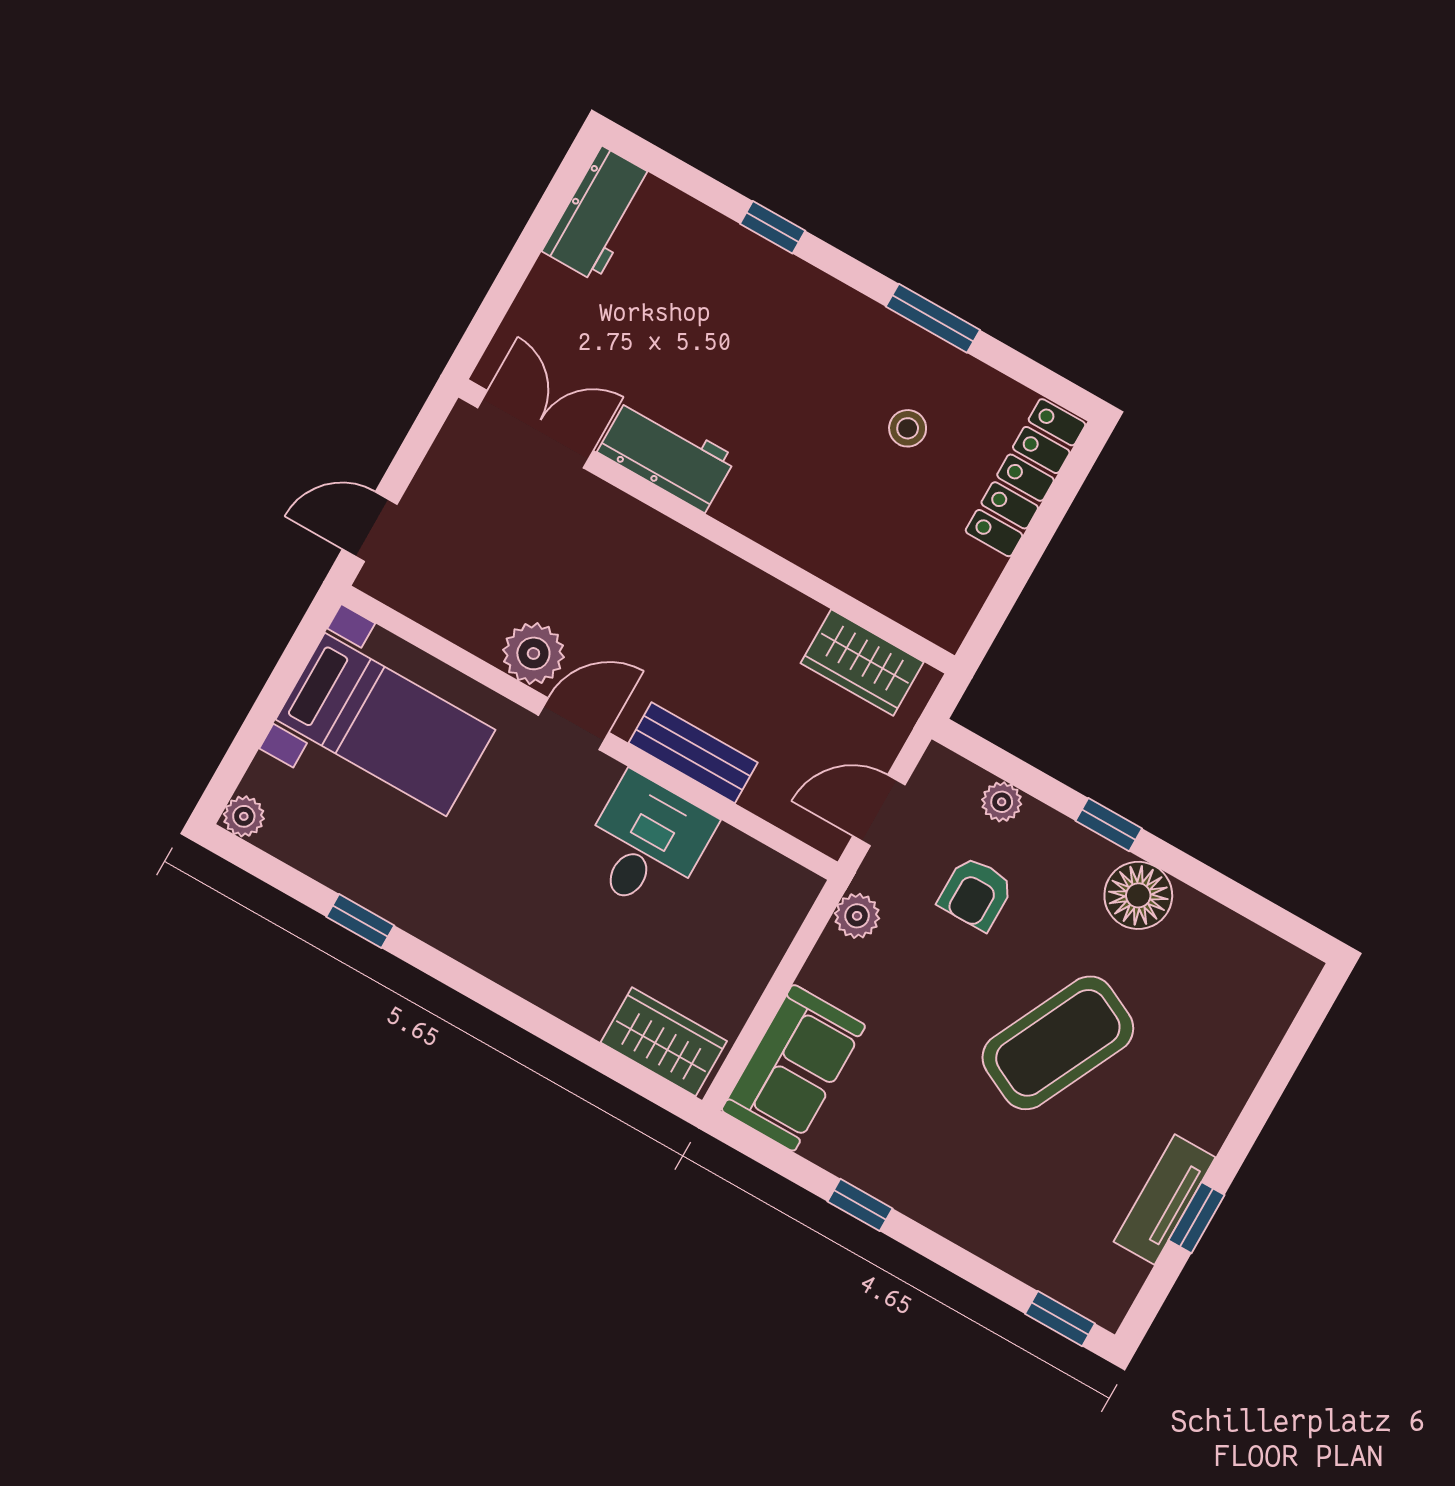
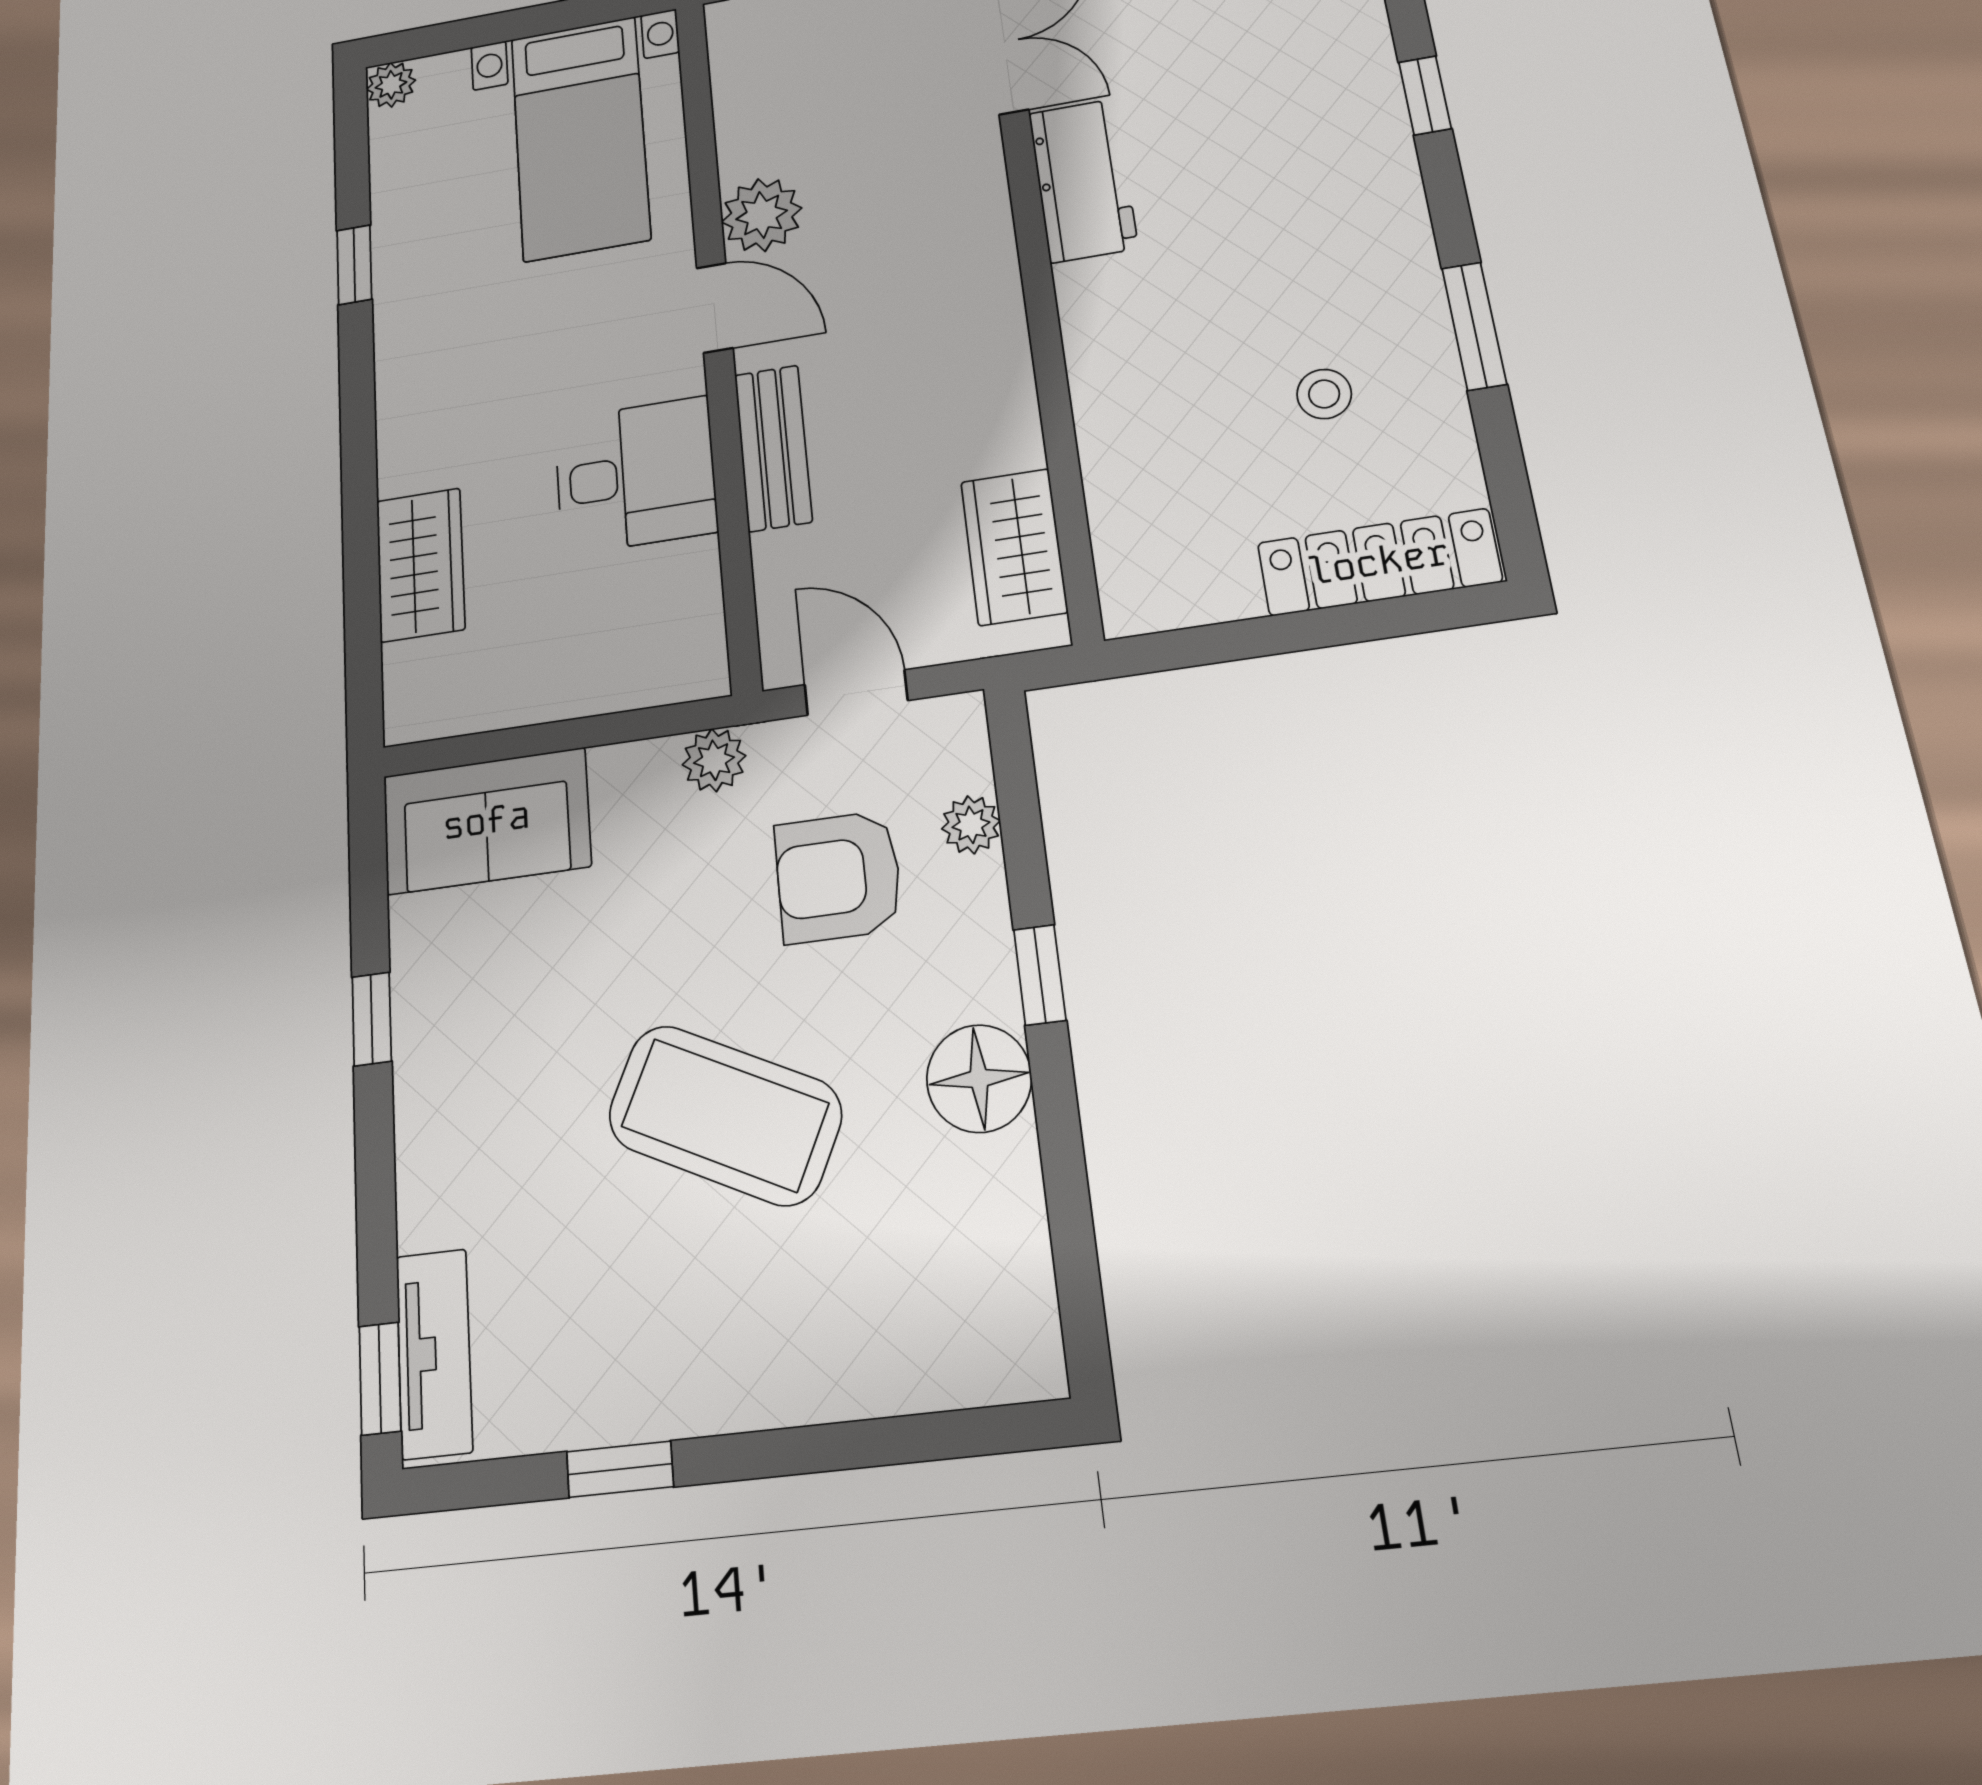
armchair: (976, 893) -> (838, 877), width x1.38, depth x1.38
wardrobe: (664, 1042) -> (421, 565), moved
tv unit: (1165, 1200) -> (434, 1353), moved, turned 90

